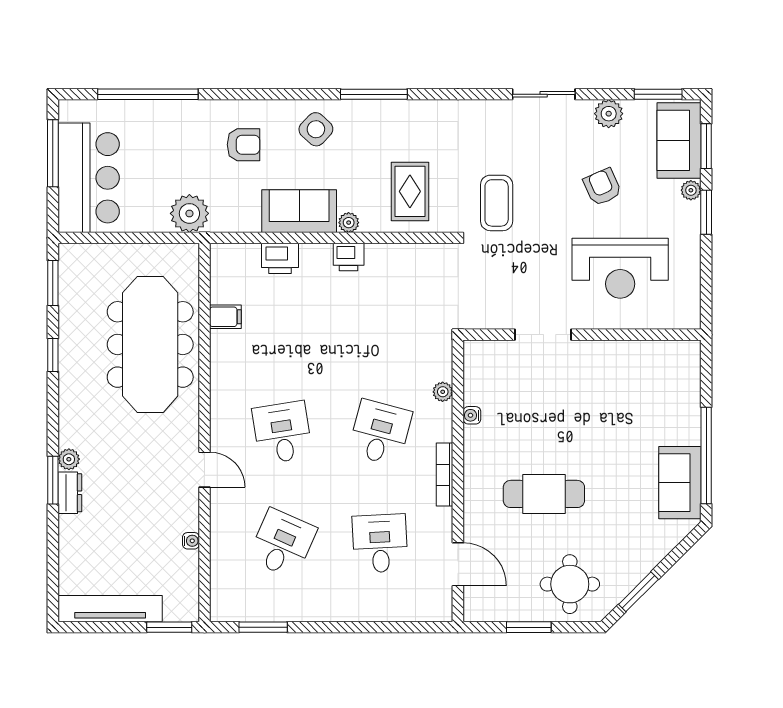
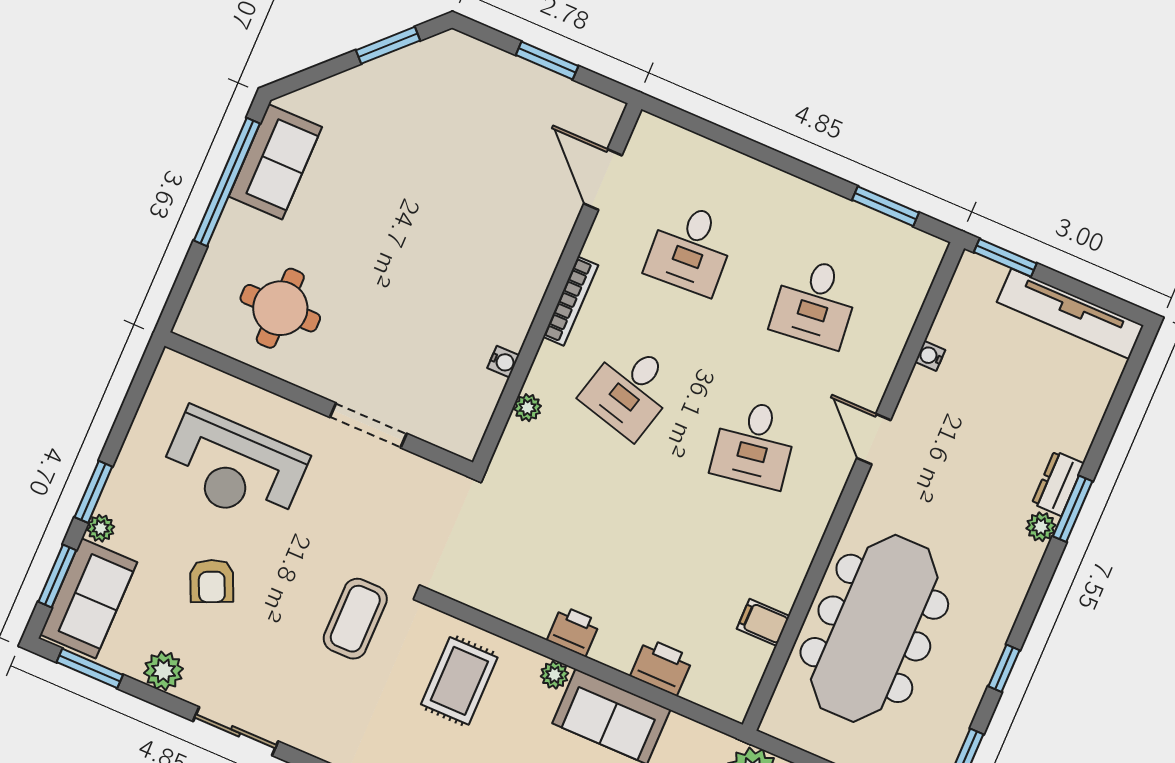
reception desk: (620, 268) -> (234, 468), turned 180
cafe table: (544, 494) -> (455, 222), removed
desk: (282, 543) -> (815, 302), turned -30
round table: (570, 584) -> (280, 308), moved

